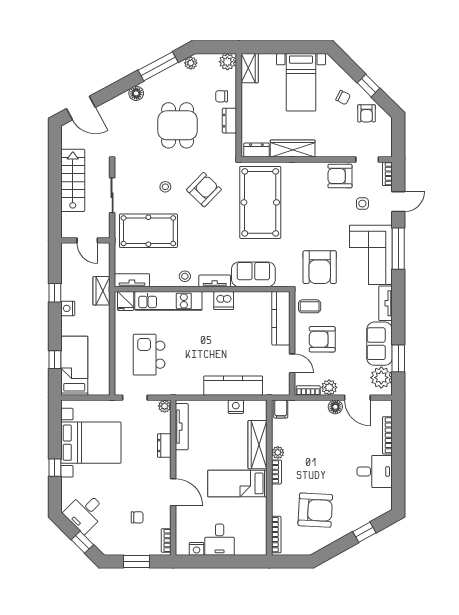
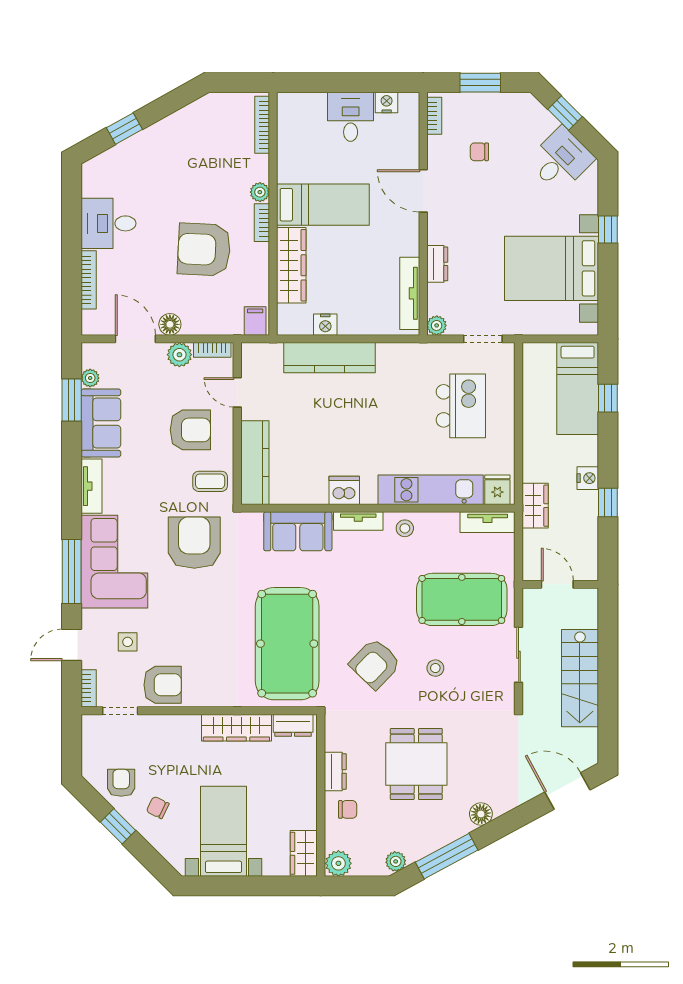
plant: (381, 378) -> (90, 378), width x0.53, depth x0.53
plant: (278, 452) -> (260, 192), moved
armchair: (315, 510) -> (204, 250), moved

